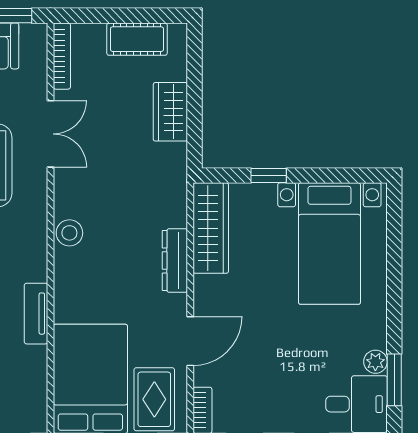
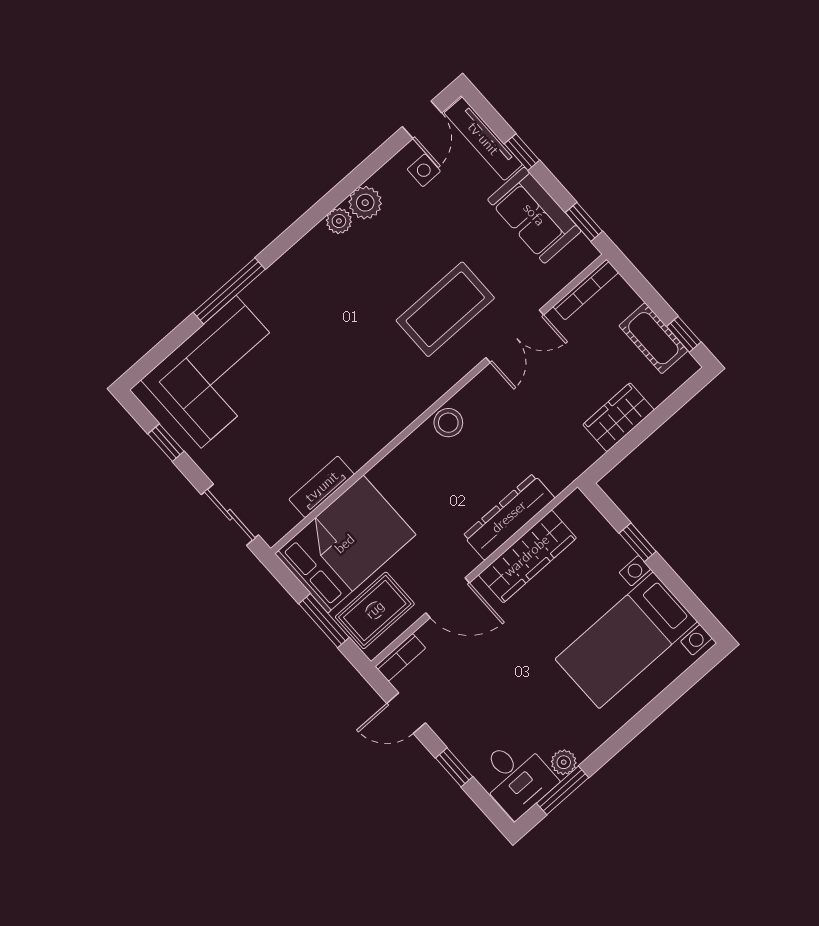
window: (153, 16) -> (684, 334), added
wardrobe: (211, 228) -> (527, 556), moved
dresser: (175, 261) -> (509, 517), width x1.37, depth x1.24
tv unit: (36, 314) -> (322, 487), moved

